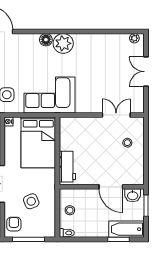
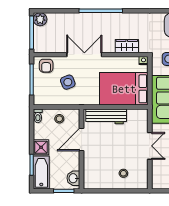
double door: (116, 115) -> (150, 146), moved
workbench: (67, 167) -> (106, 116), width x1.37
door: (111, 187) -> (82, 139), moved
armchair: (14, 224) -> (46, 66), turned 90
shower: (100, 229) -> (41, 147), added

